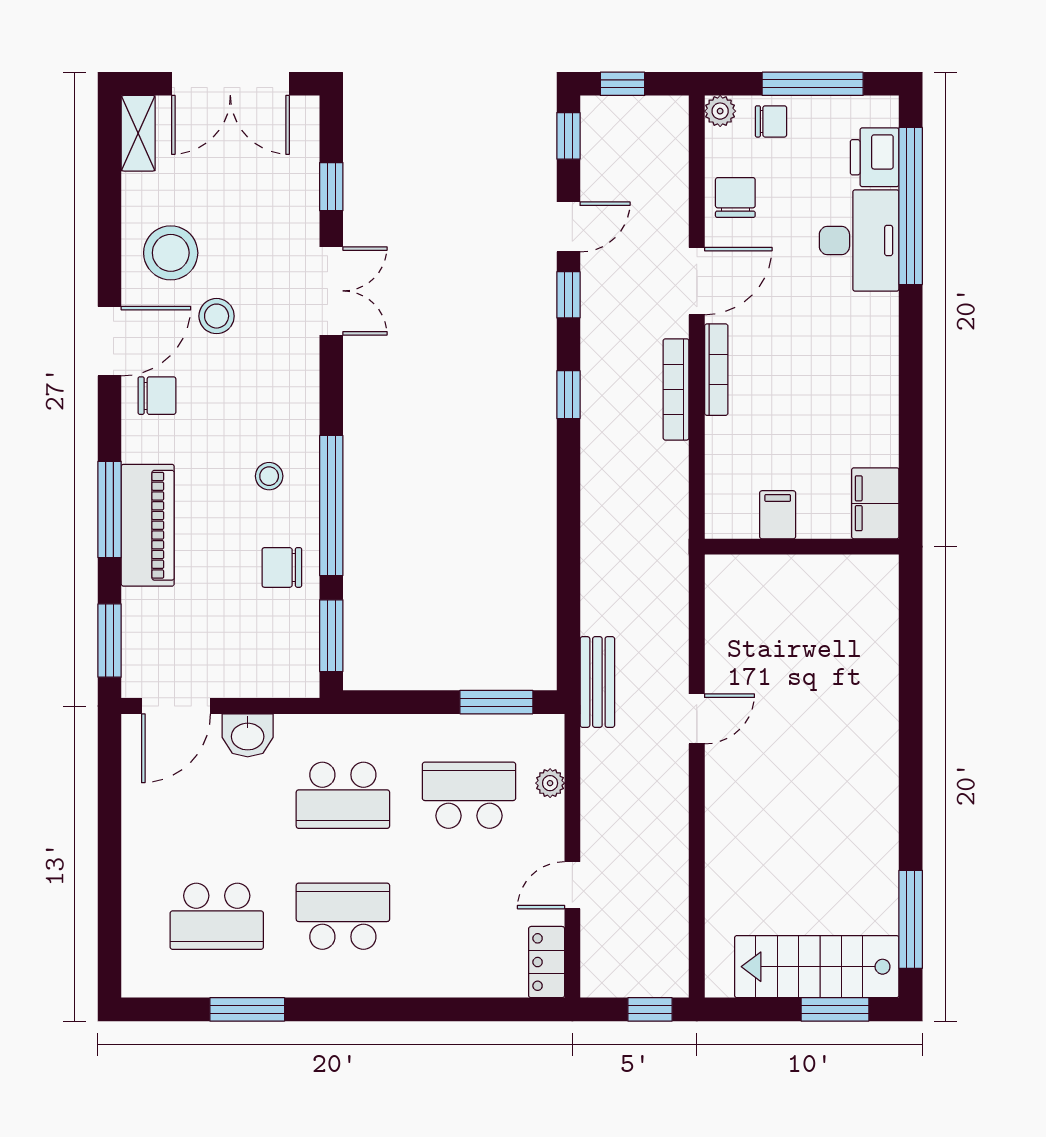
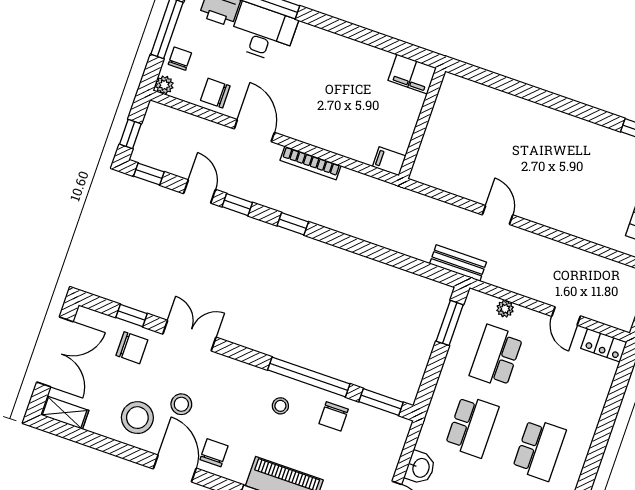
chair: (280, 205) -> (132, 348), added
bookcase: (716, 370) -> (307, 137), removed
filing cabinet: (778, 515) -> (389, 161), moved
school desk: (343, 916) -> (539, 450), turned 180

